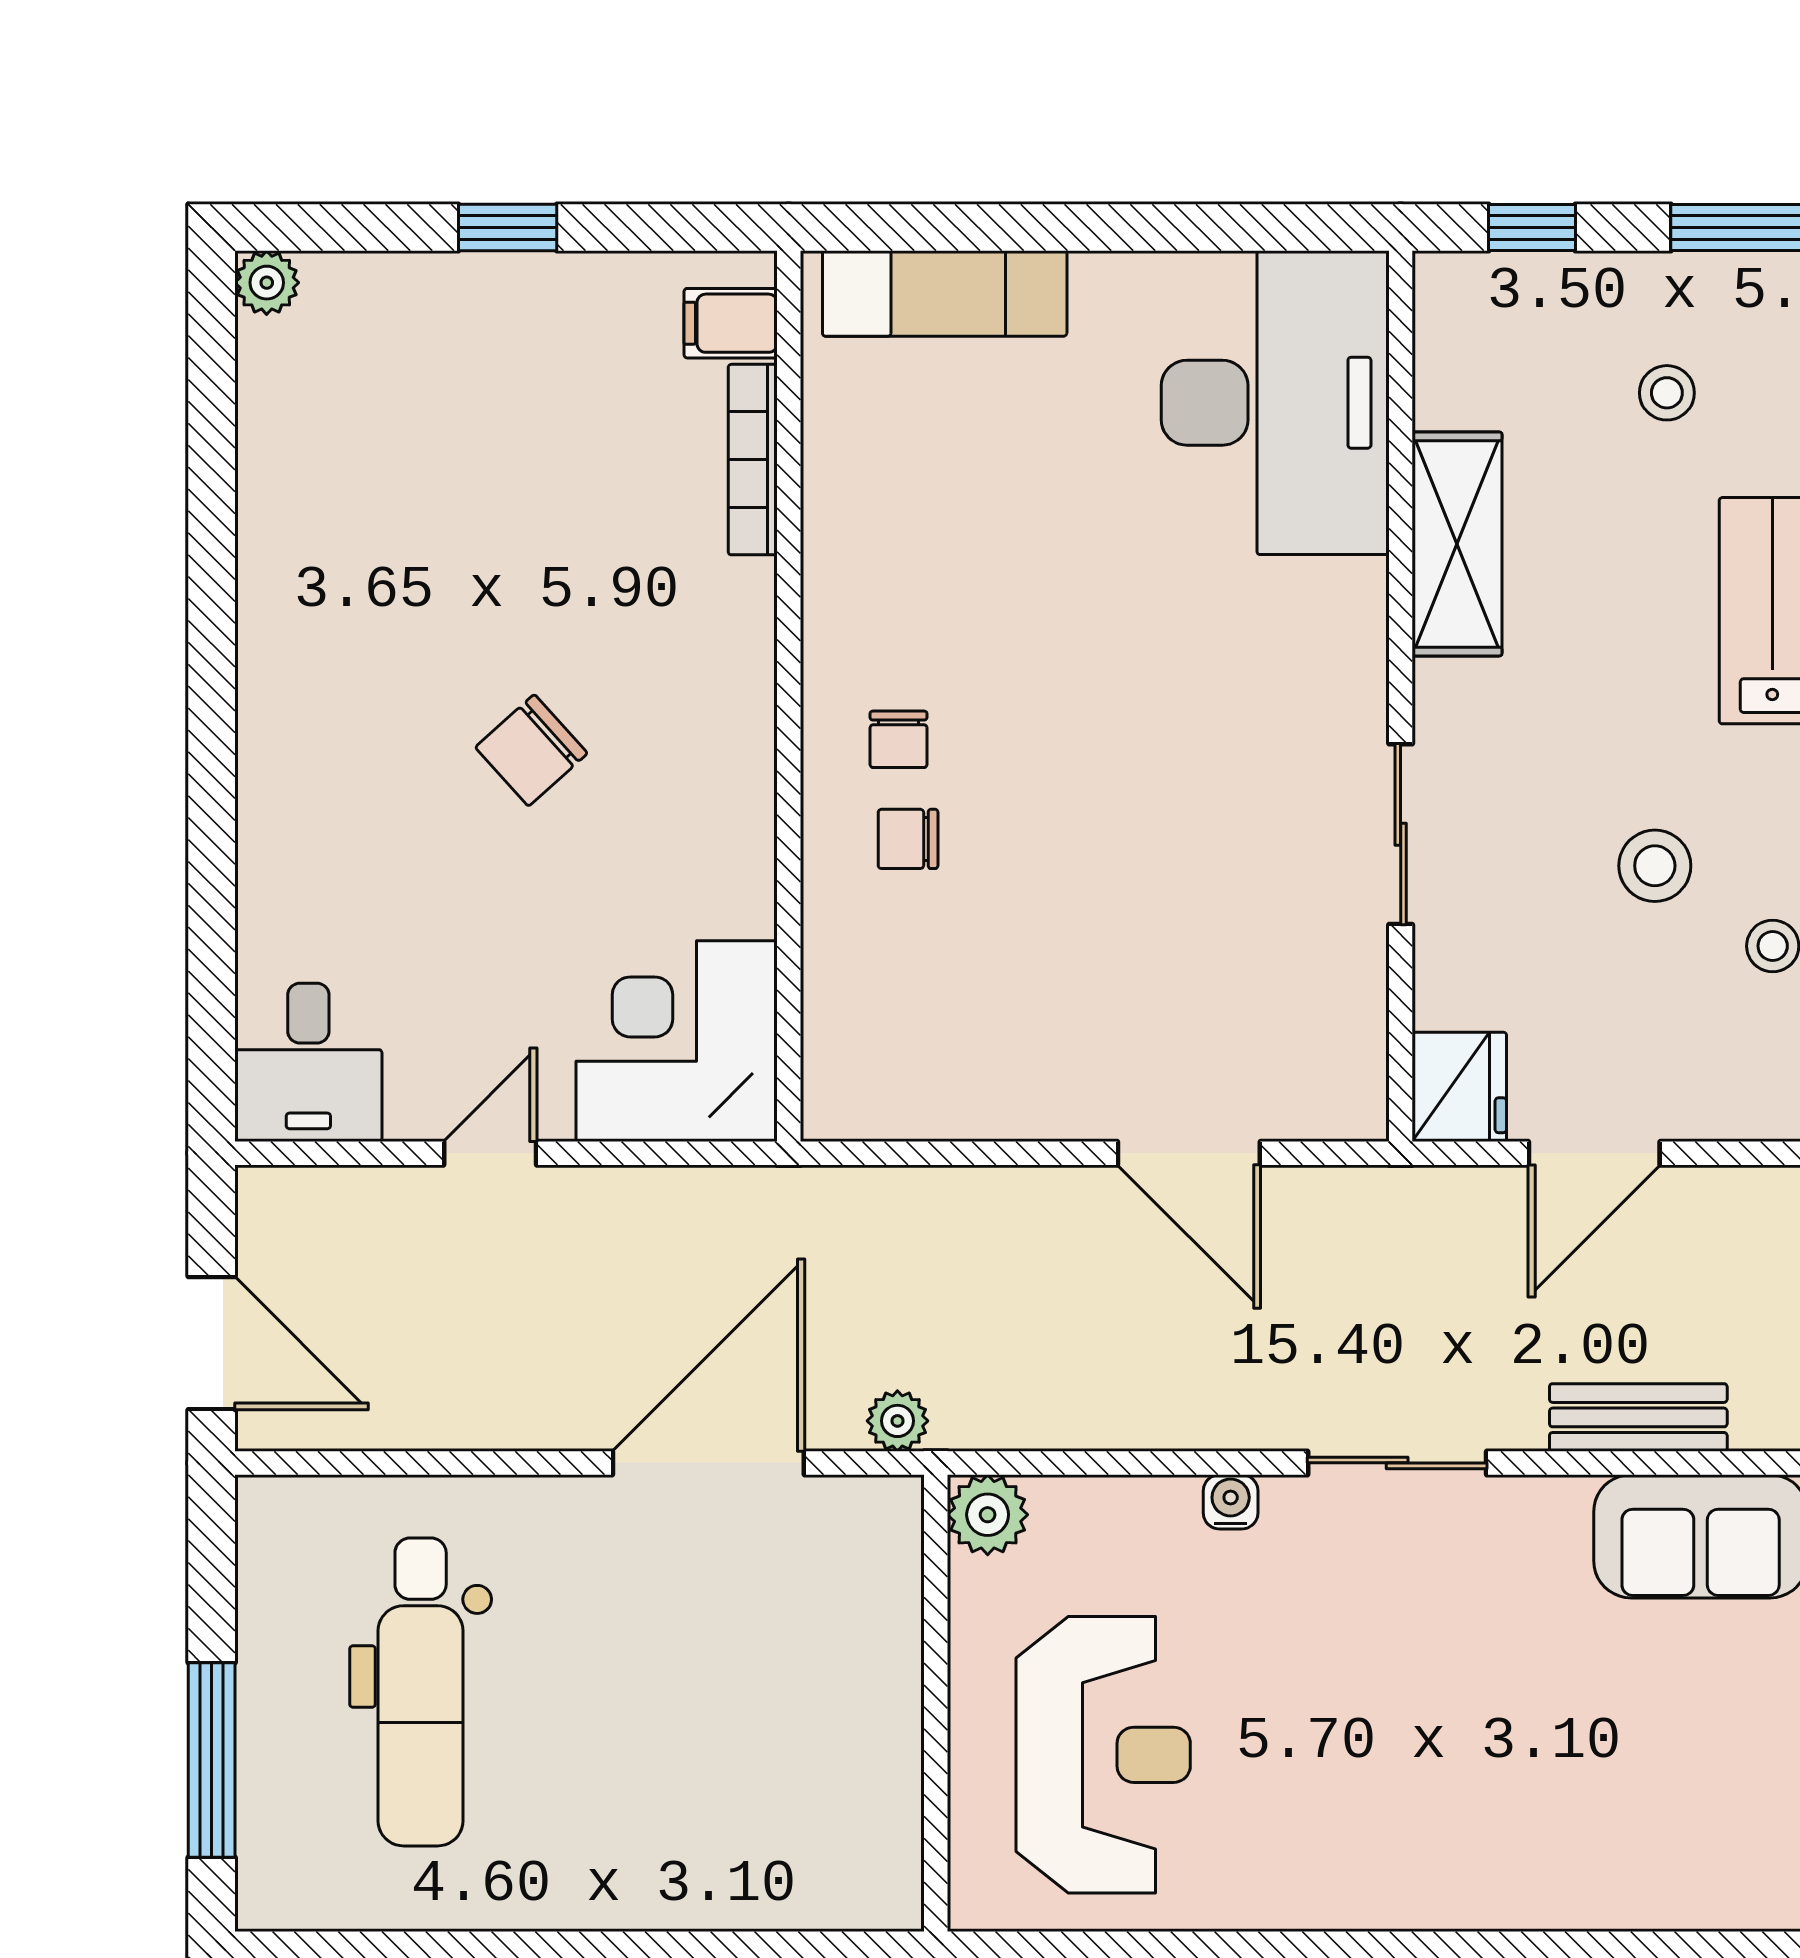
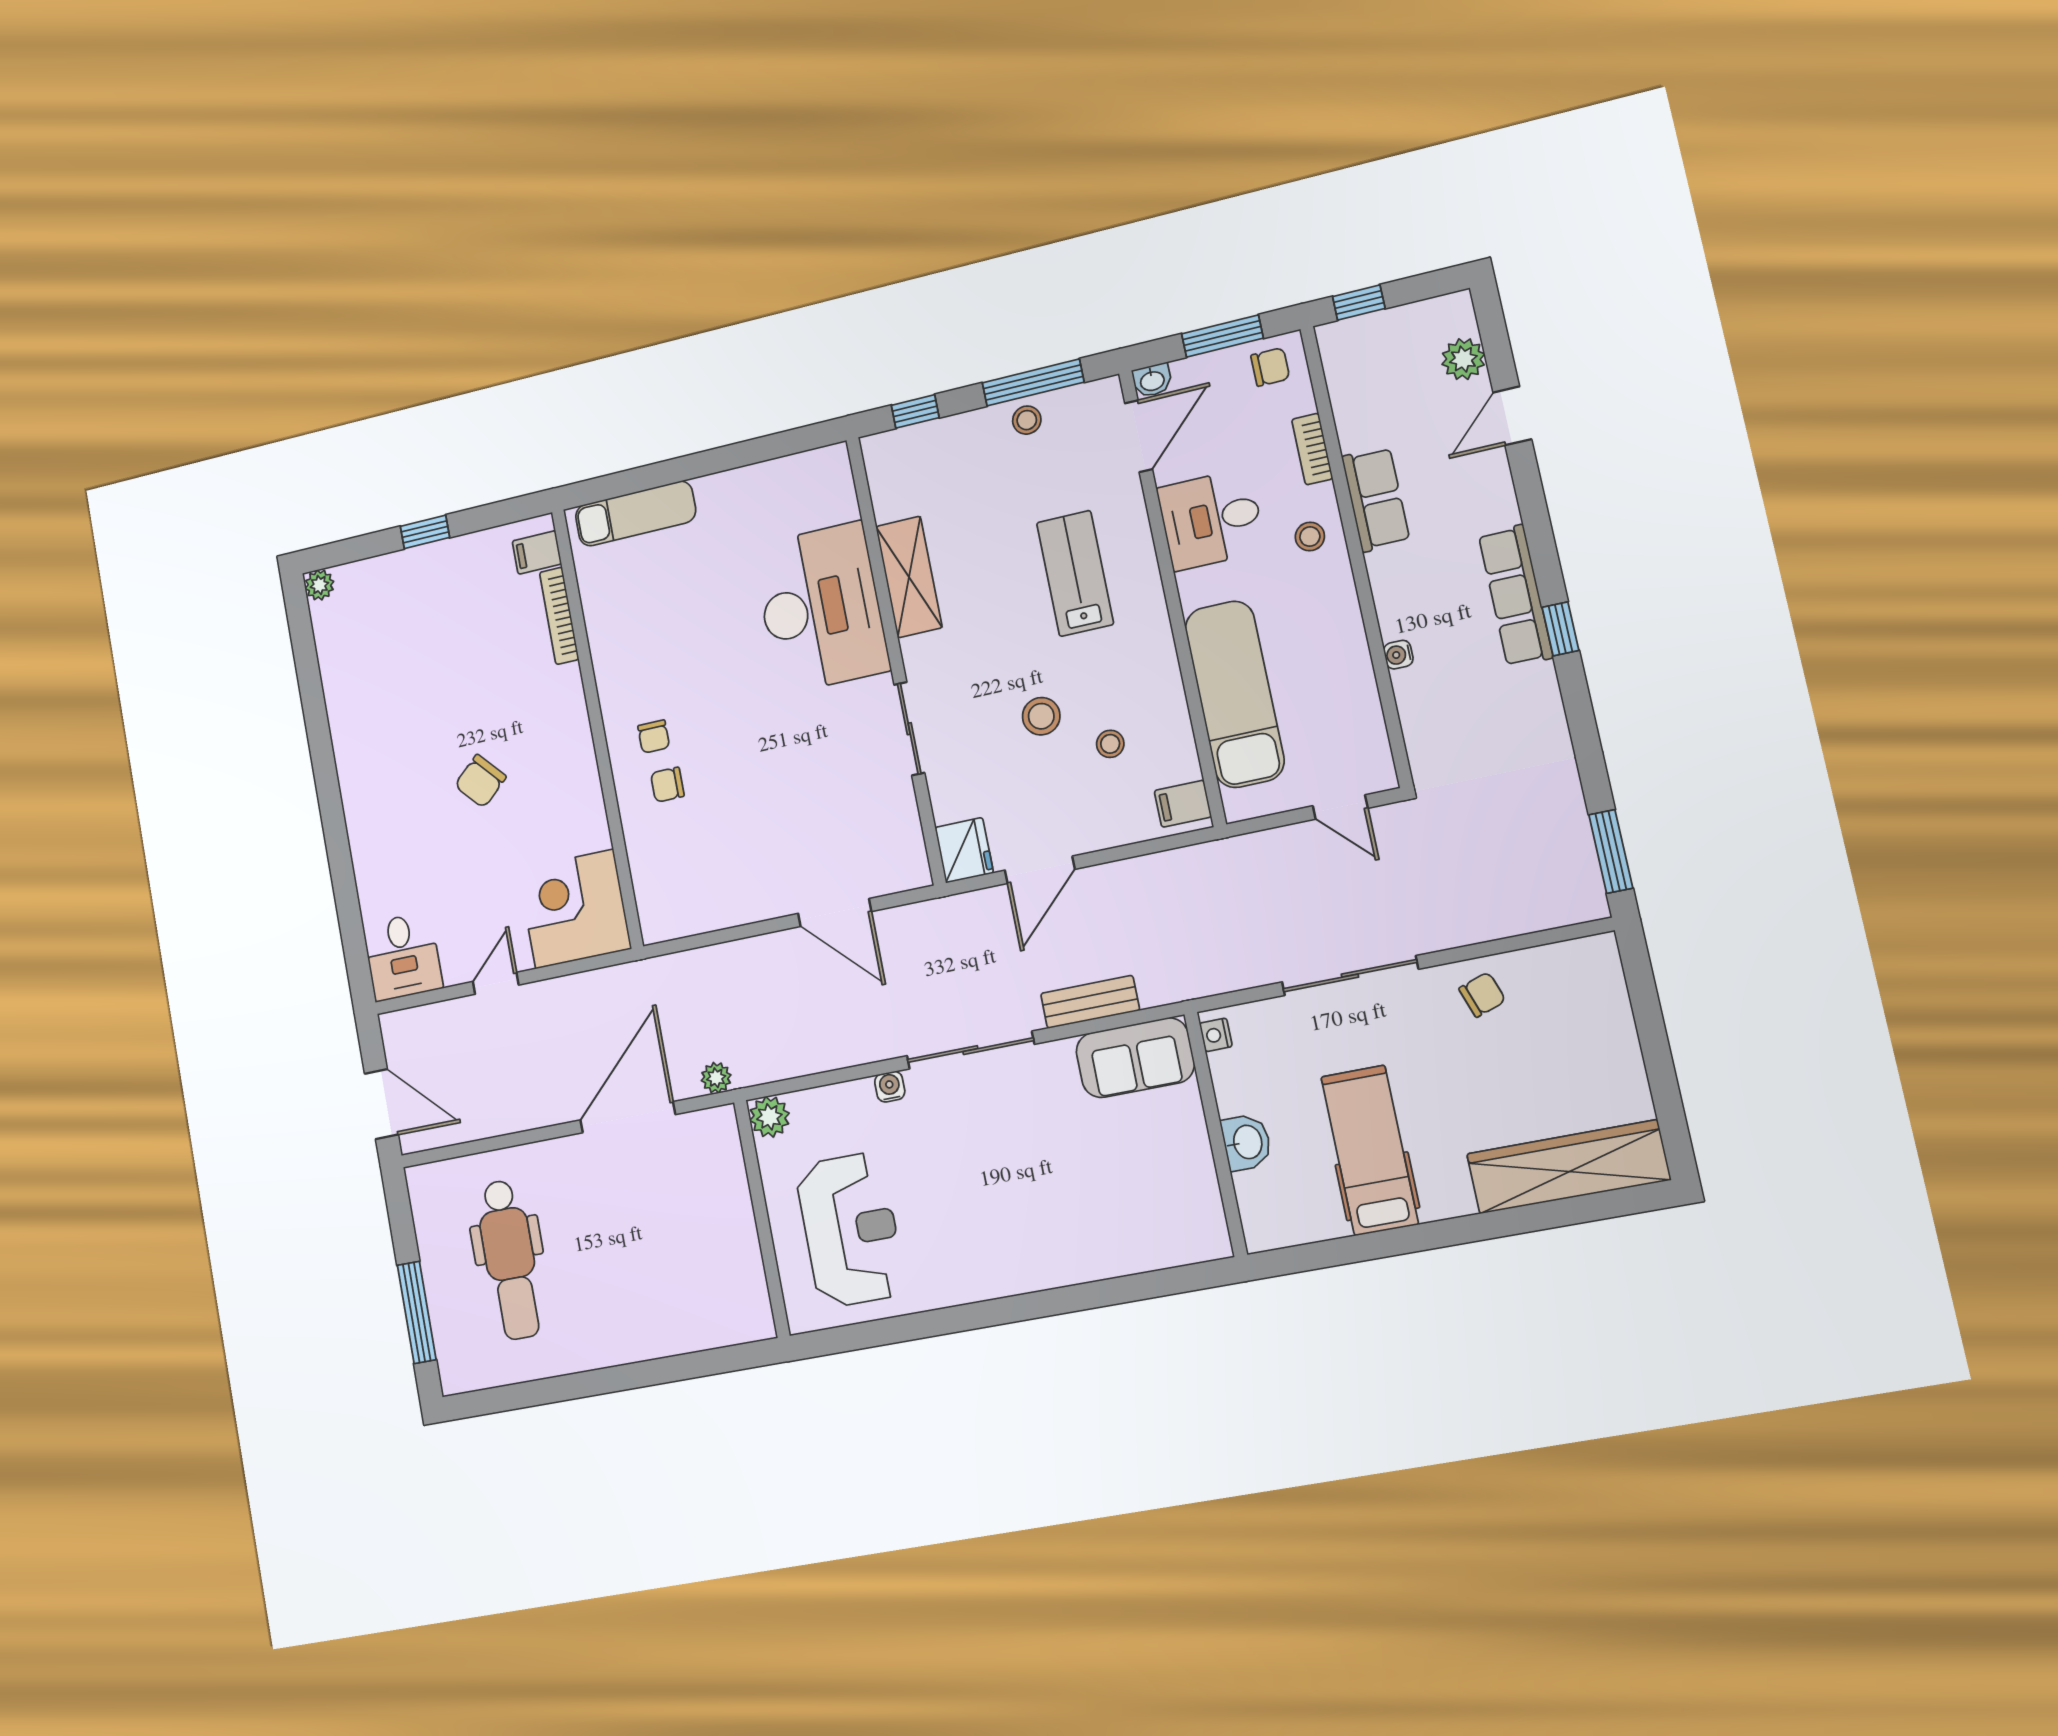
stool: (1667, 393) -> (1027, 420), moved
desk: (1275, 403) -> (821, 608), moved
sliding door: (1397, 1463) -> (970, 1050), width x1.37

